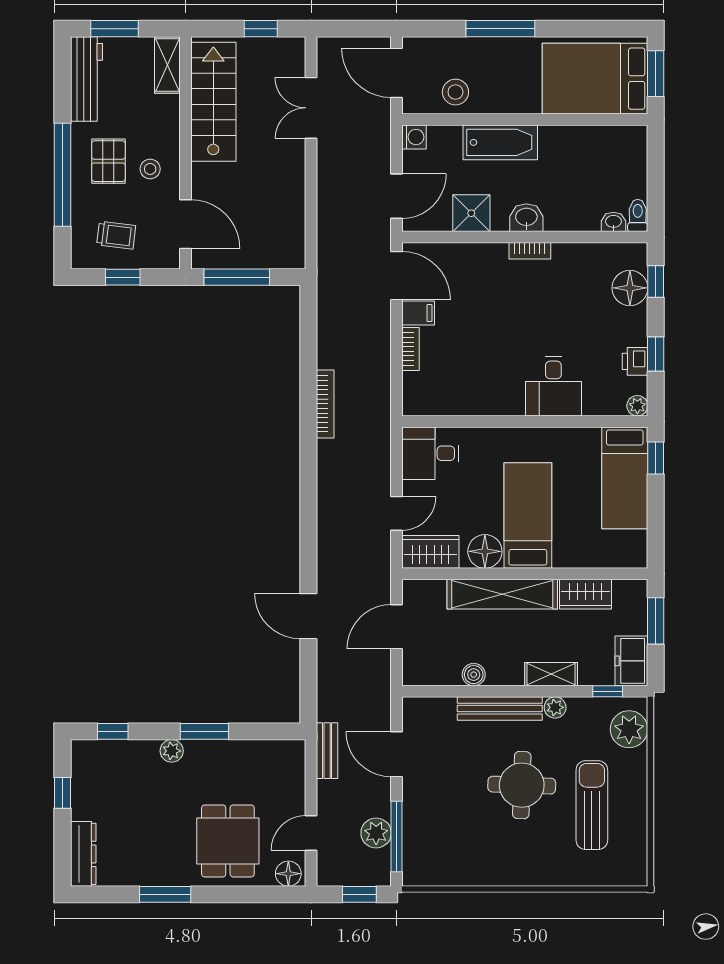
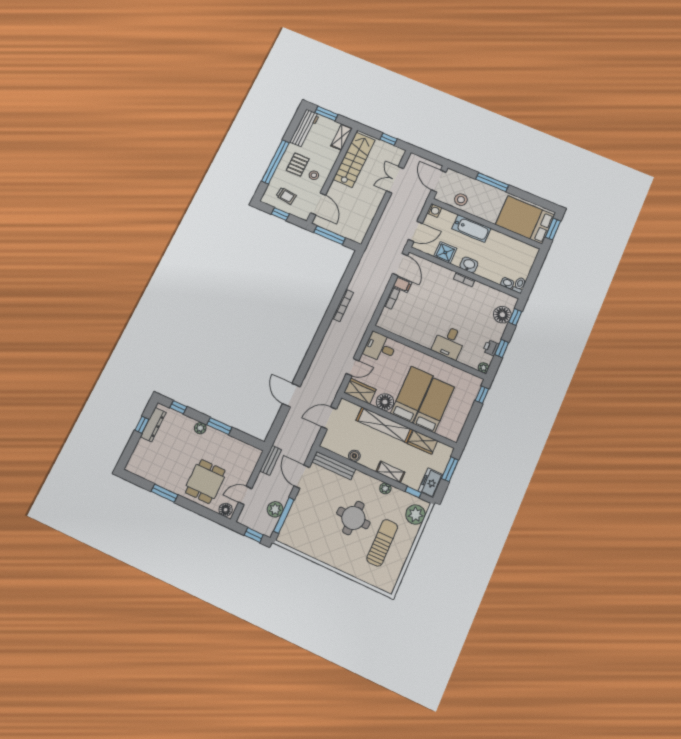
bed: (625, 478) -> (434, 405), moved, turned 180
bench: (500, 709) -> (334, 465), moved
dresser: (83, 854) -> (153, 425), moved

